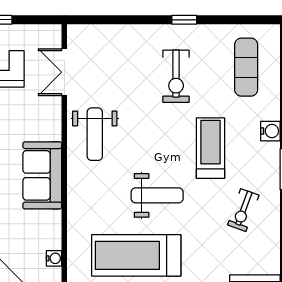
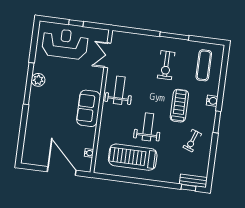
window: (184, 20) -> (174, 36), width x2.17
weight bench: (95, 134) -> (119, 90), turned 180
weight bench: (157, 195) -> (148, 127), turned -90

